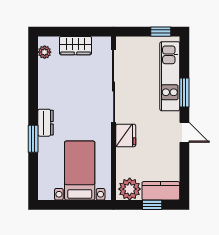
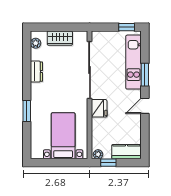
dresser: (46, 123) -> (36, 72), moved
door: (184, 132) -> (145, 106), swing flipped
plant: (130, 189) -> (98, 154), width x0.53, depth x0.53
window: (152, 205) -> (108, 163), moved

